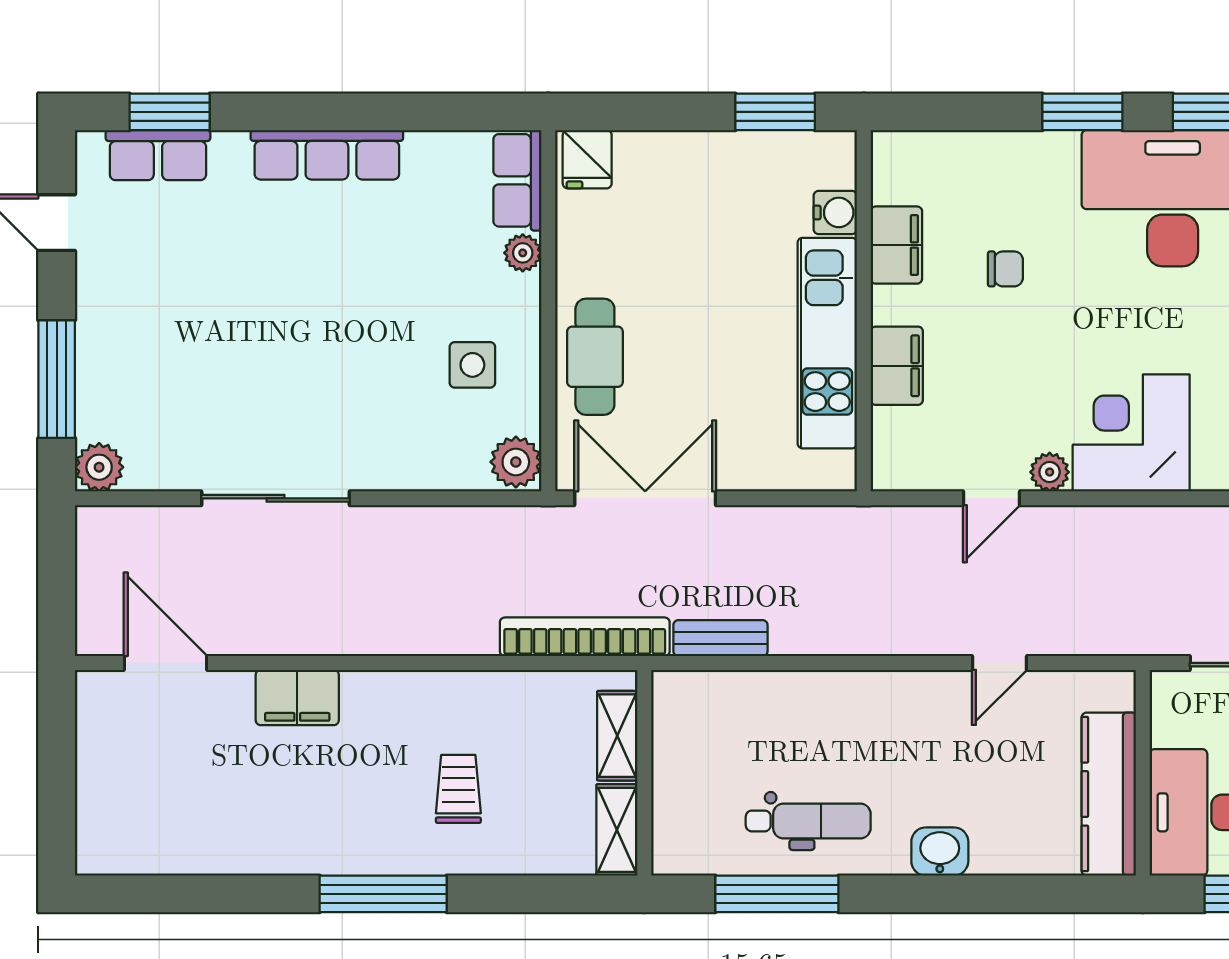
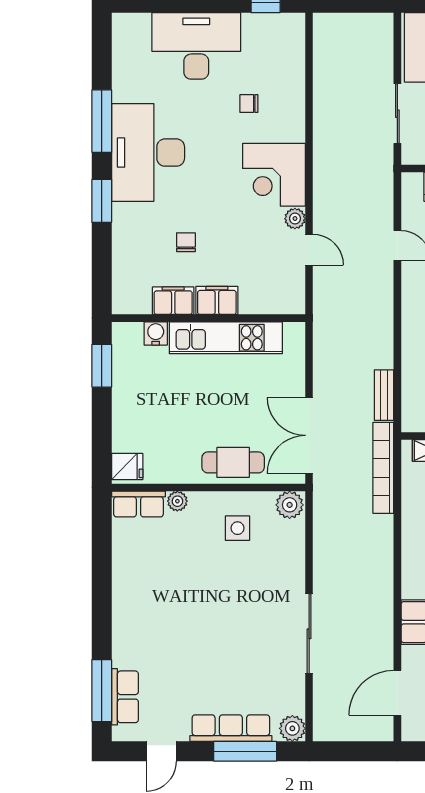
window: (170, 112) -> (102, 691), width x1.44
row of seats: (327, 155) -> (231, 728), moved, turned -90
filing cabinet: (897, 366) -> (217, 300), moved

